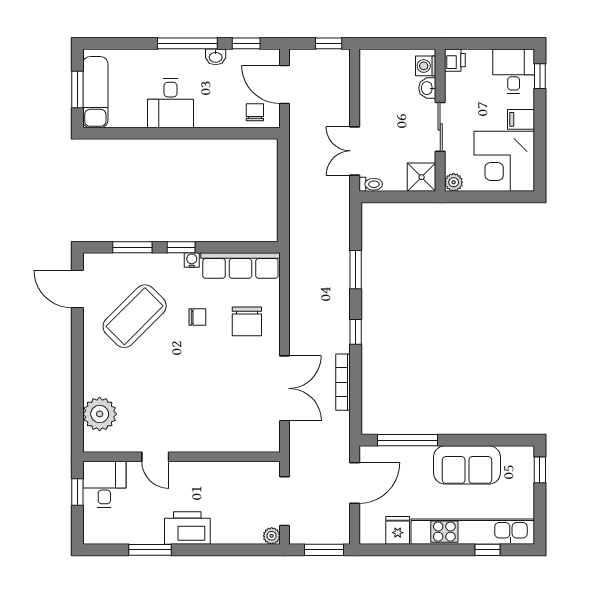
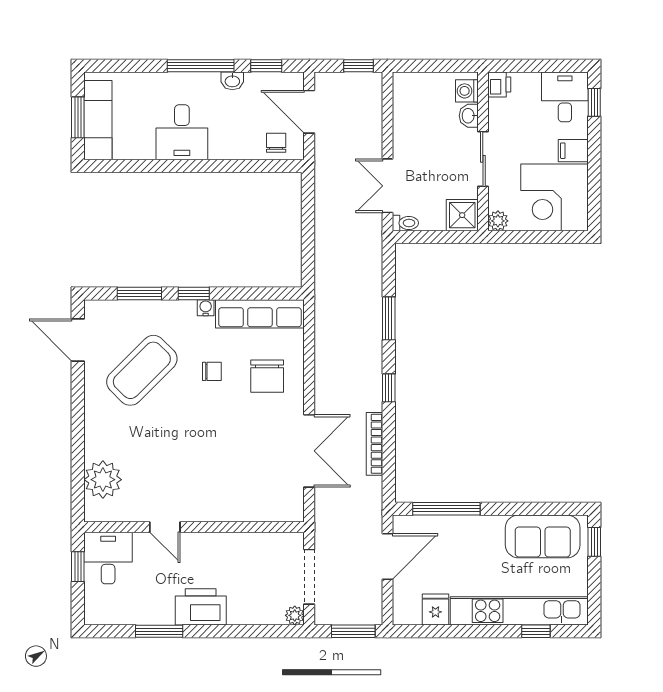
sofa: (467, 465) -> (543, 536), moved

